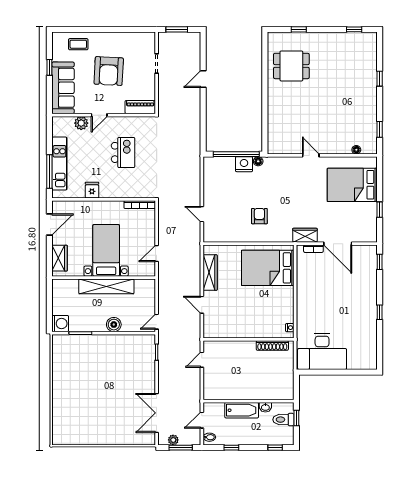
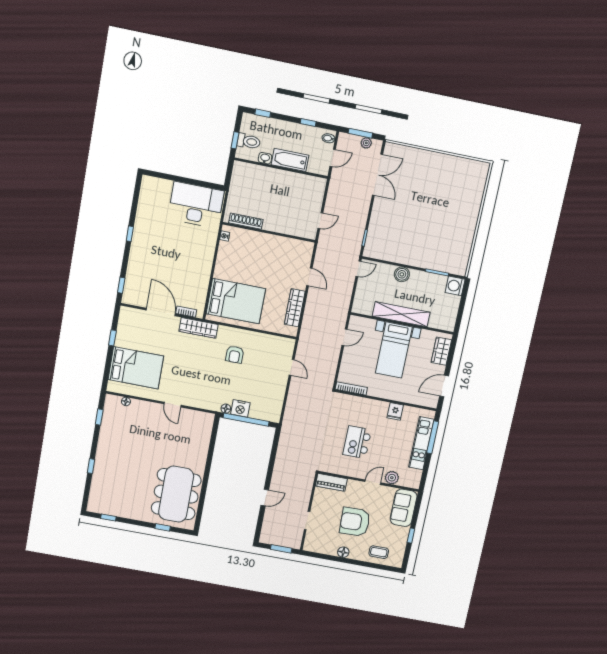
floor lamp: (114, 38) -> (343, 552), added
dining table: (291, 66) -> (176, 494), width x1.87, depth x1.24
armchair: (109, 71) -> (355, 522), turned -95
sofa: (63, 88) -> (404, 508), width x0.73
wardrobe: (305, 235) -> (199, 328), width x1.50

